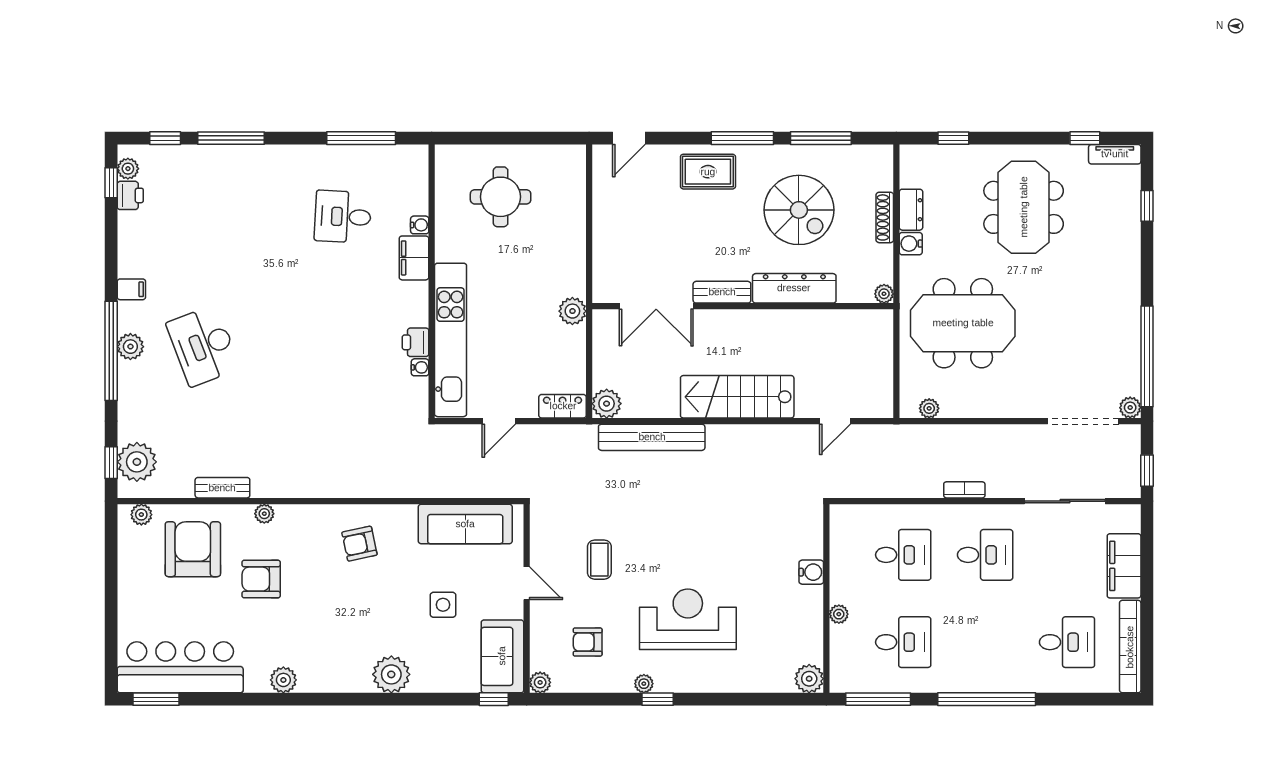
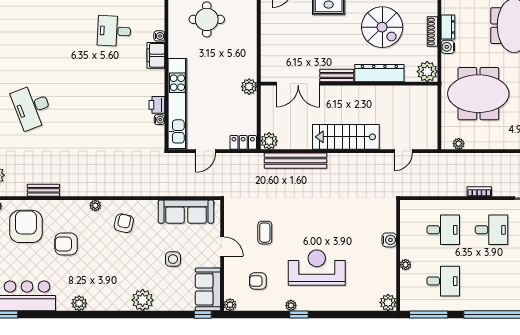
plant: (884, 294) -> (427, 72), width x1.88, depth x1.88
plant: (264, 514) -> (95, 206), moved
armchair: (359, 544) -> (124, 223), turned 115

